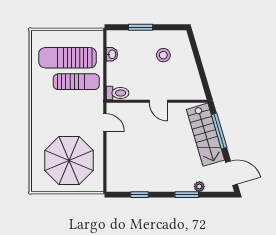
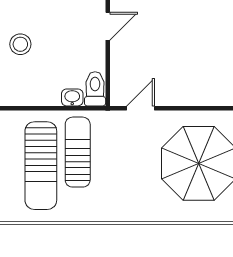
washbasin: (112, 54) -> (72, 97), moved
stool: (163, 55) -> (20, 44), moved

